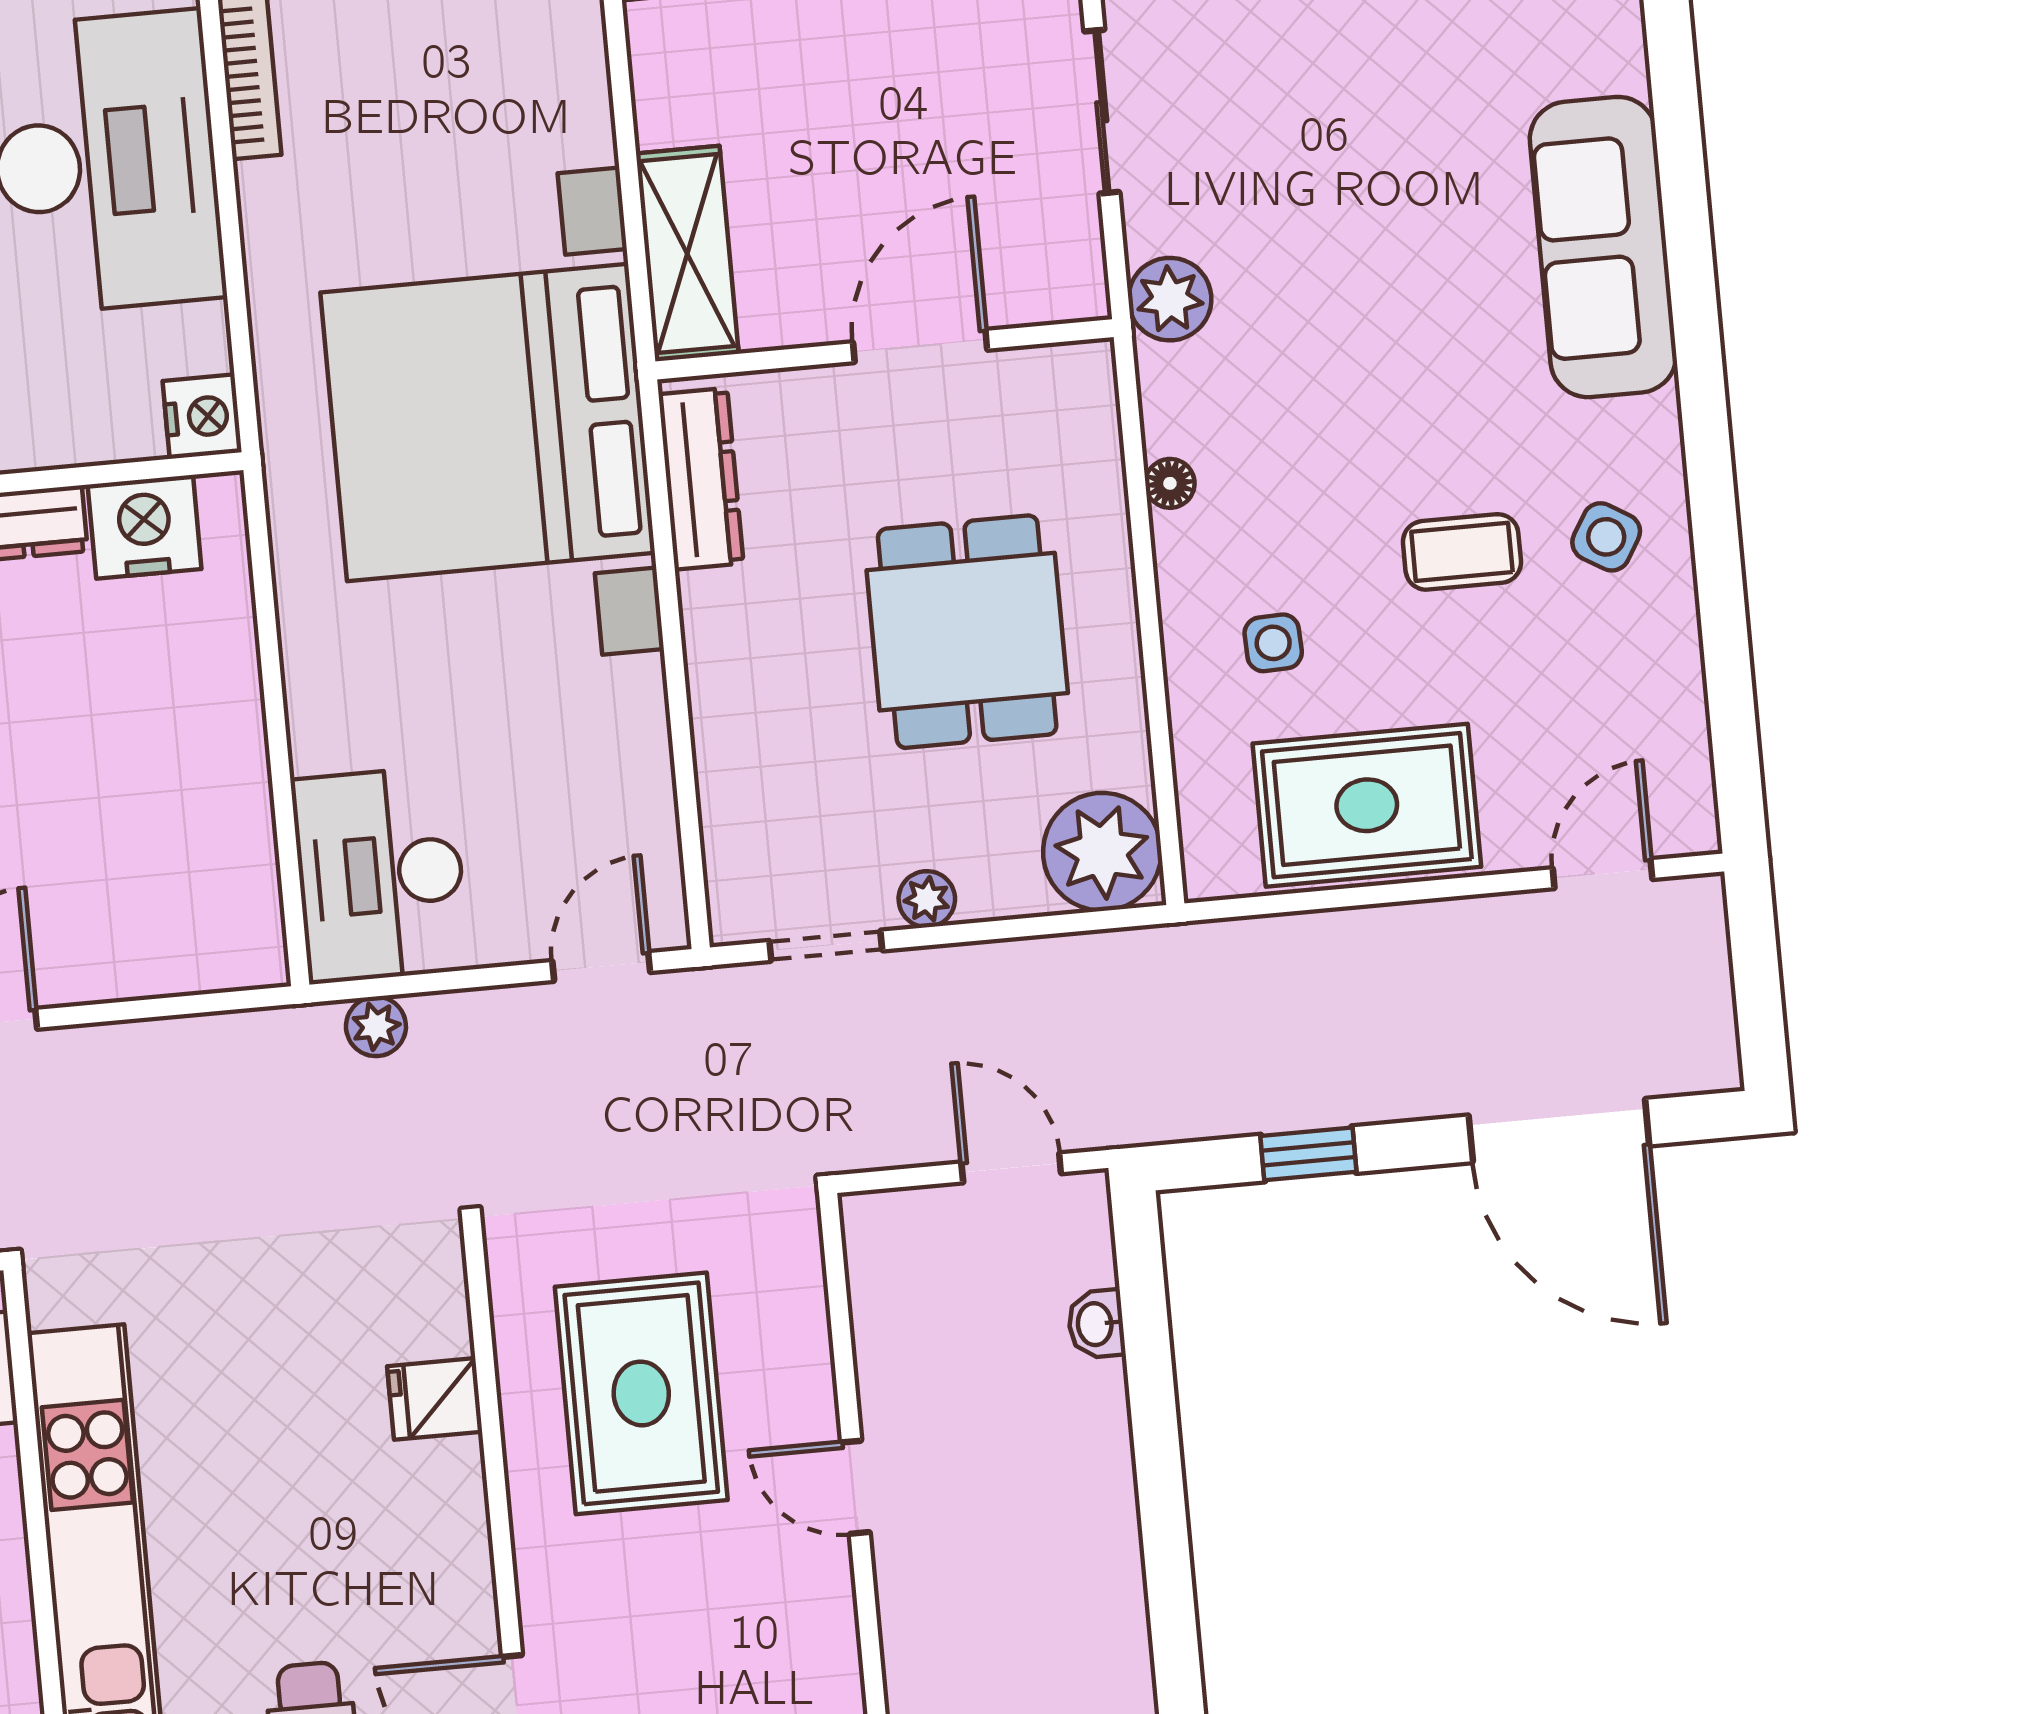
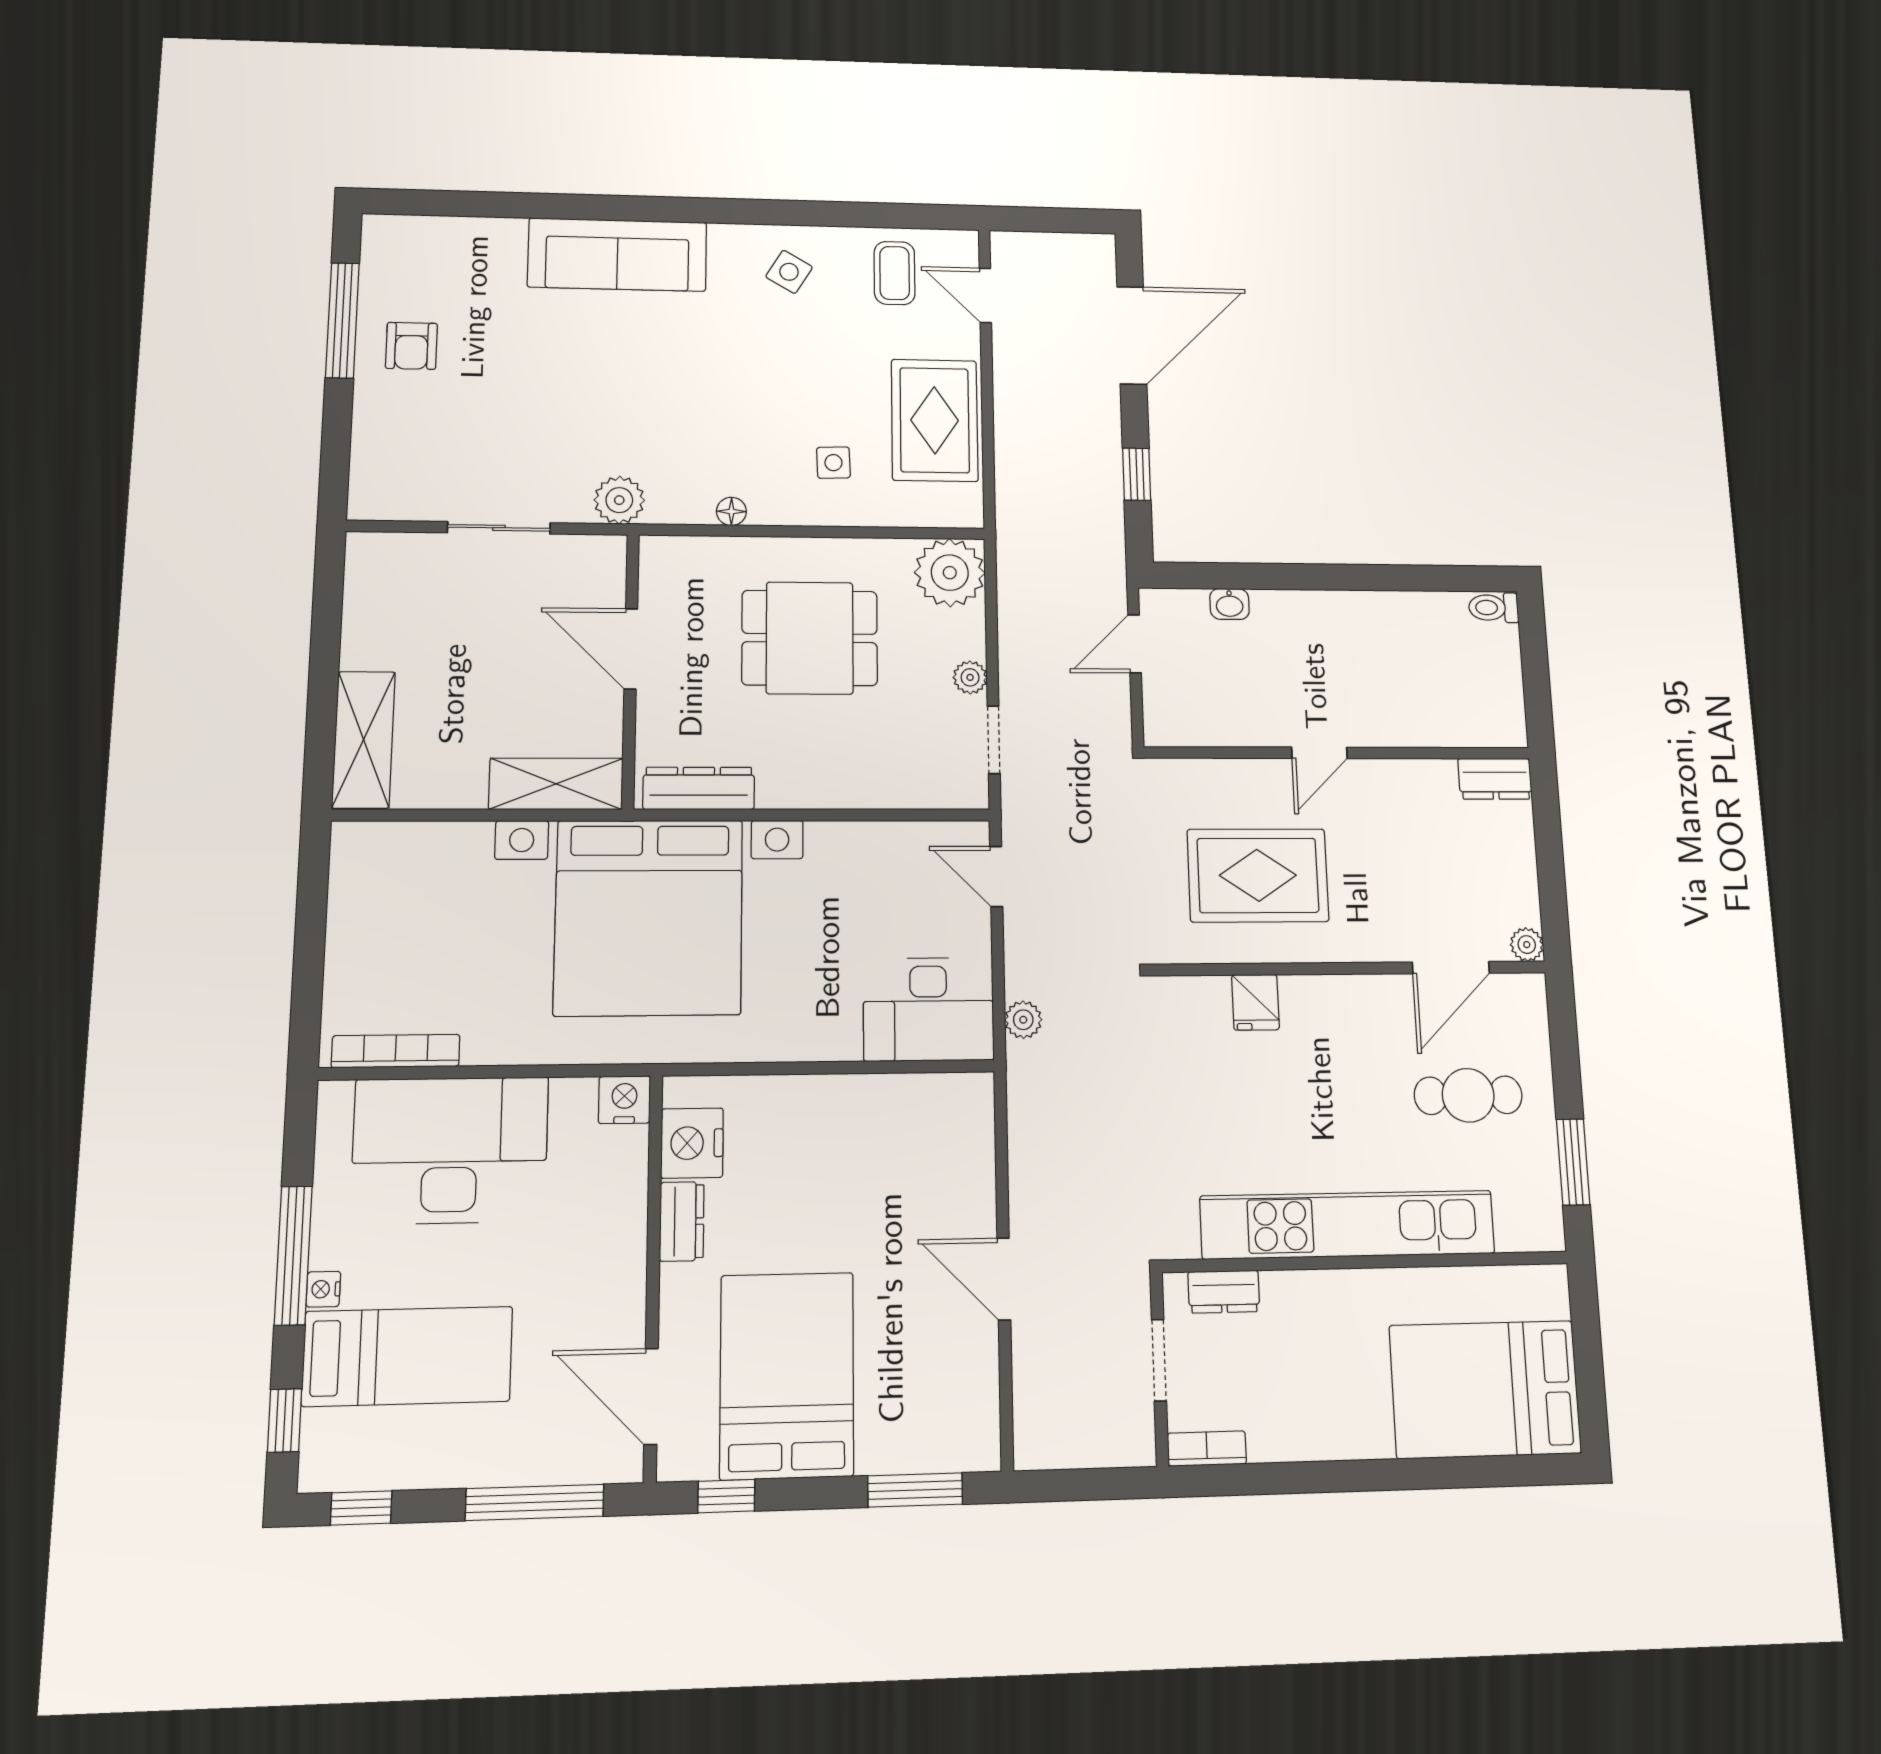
coffee table: (1462, 552) -> (895, 273), moved

